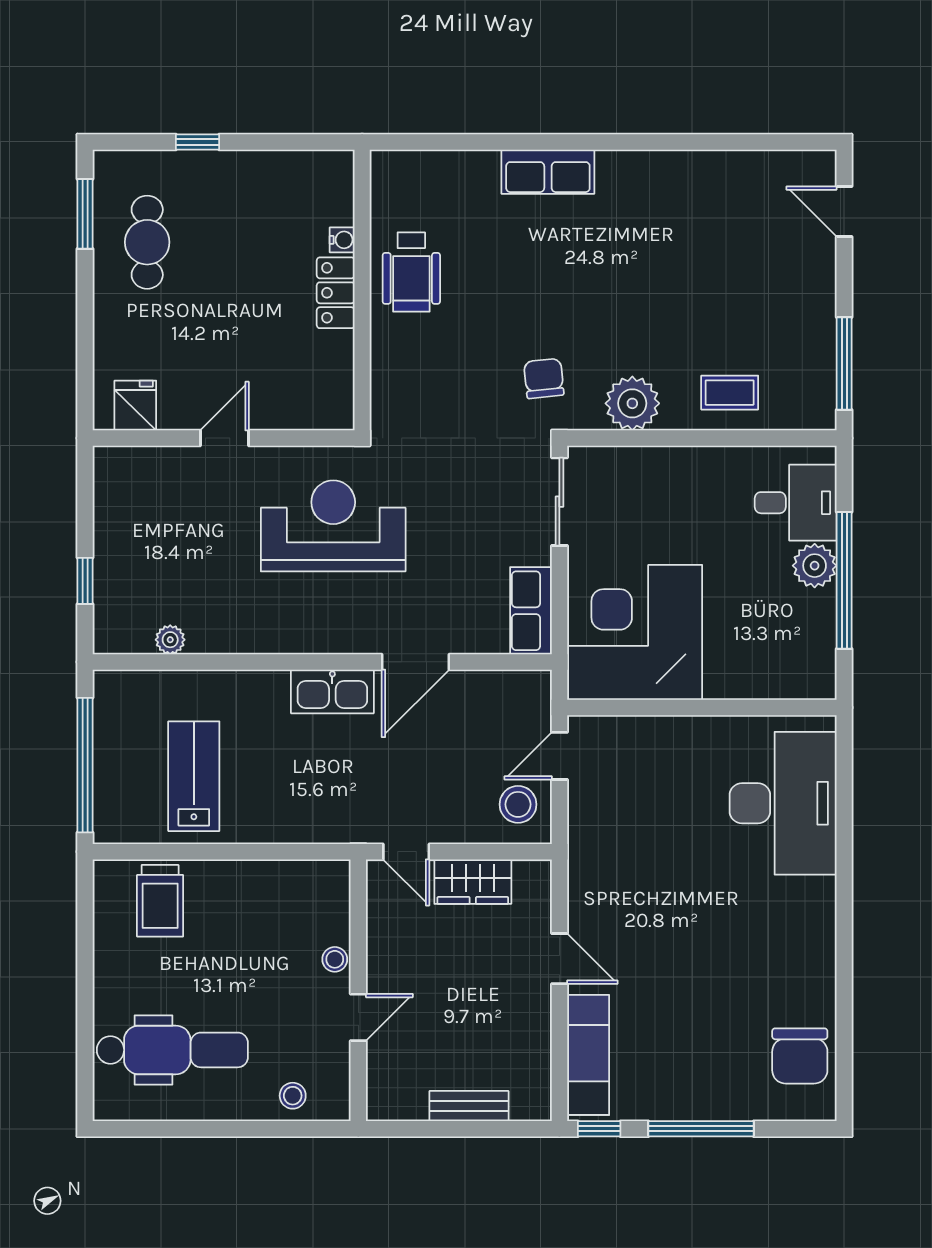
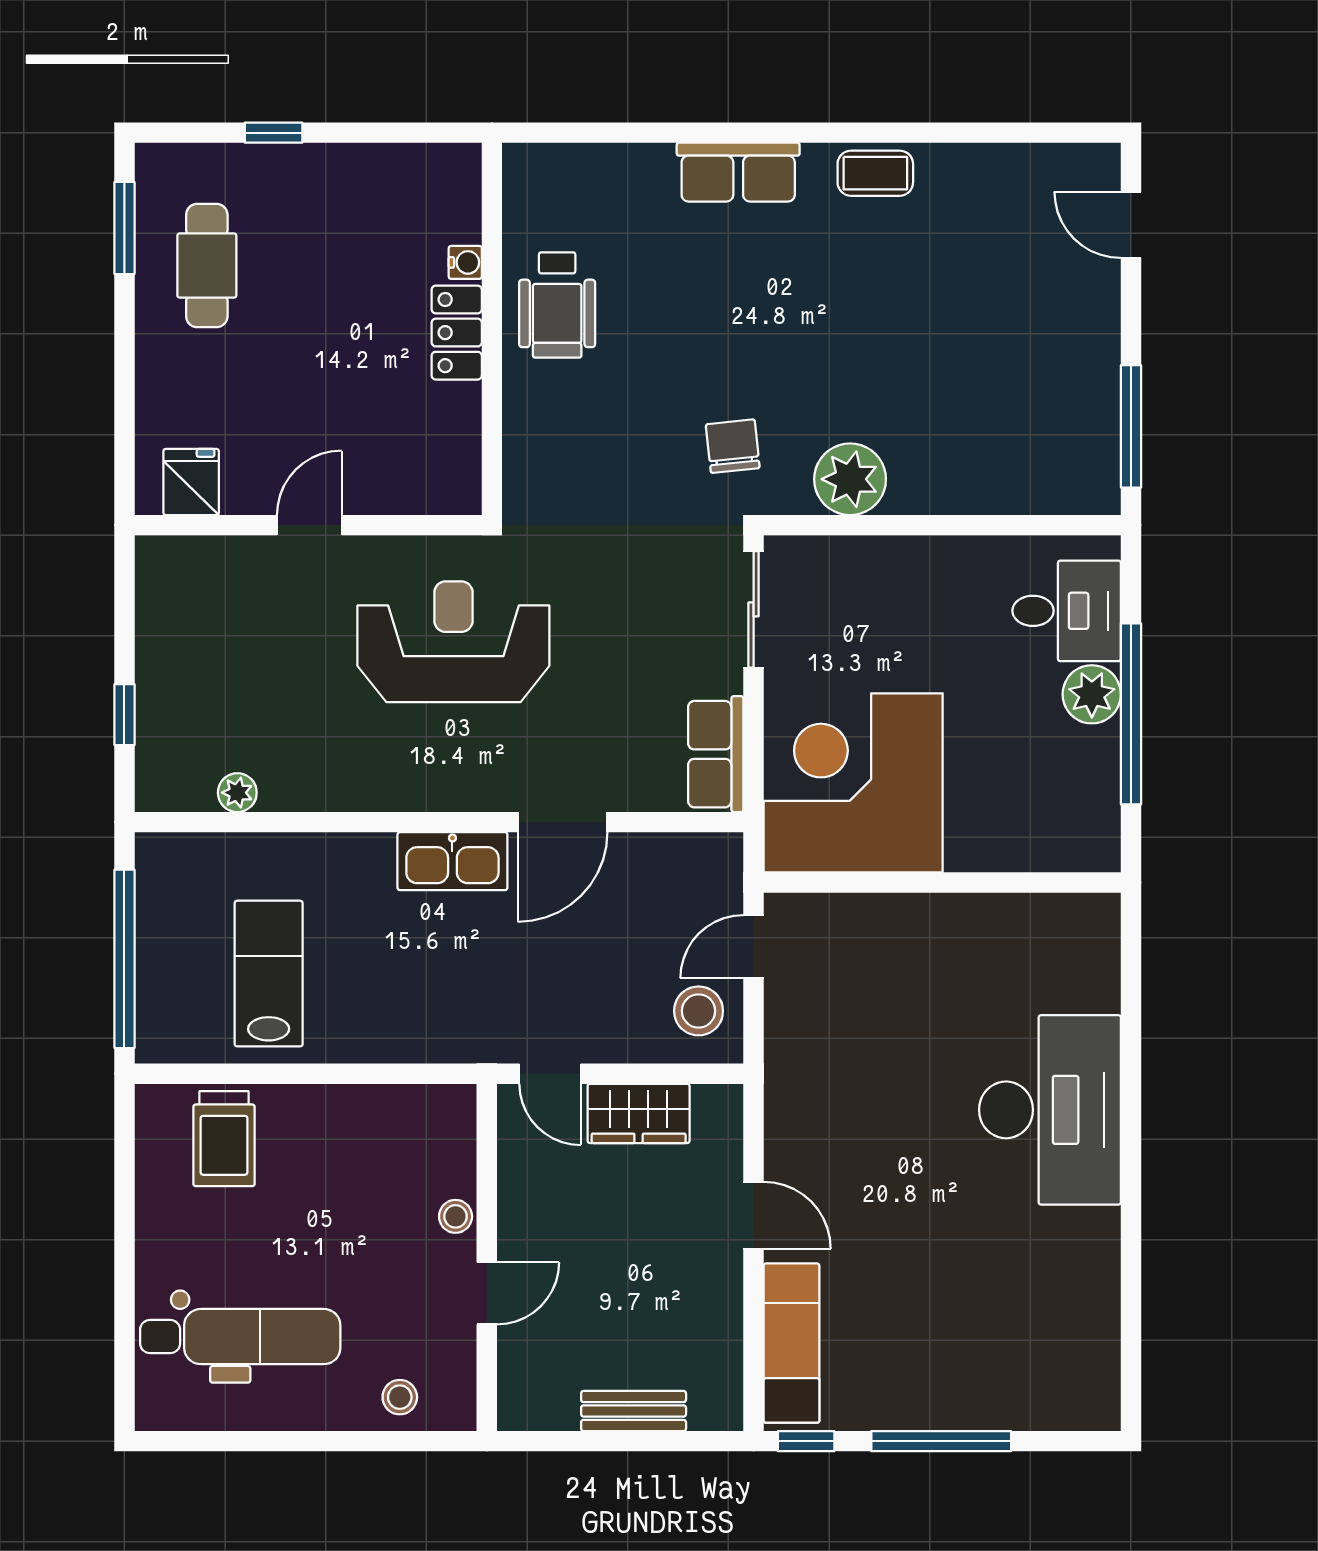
coffee table: (730, 393) -> (875, 173), moved
desk: (783, 803) -> (1050, 1110), moved
chair: (800, 1056) -> (1072, 1344), removed

